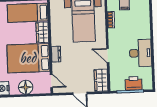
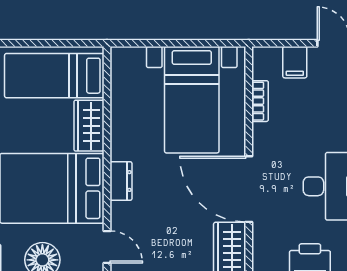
door: (108, 55) -> (249, 189), width x1.88

